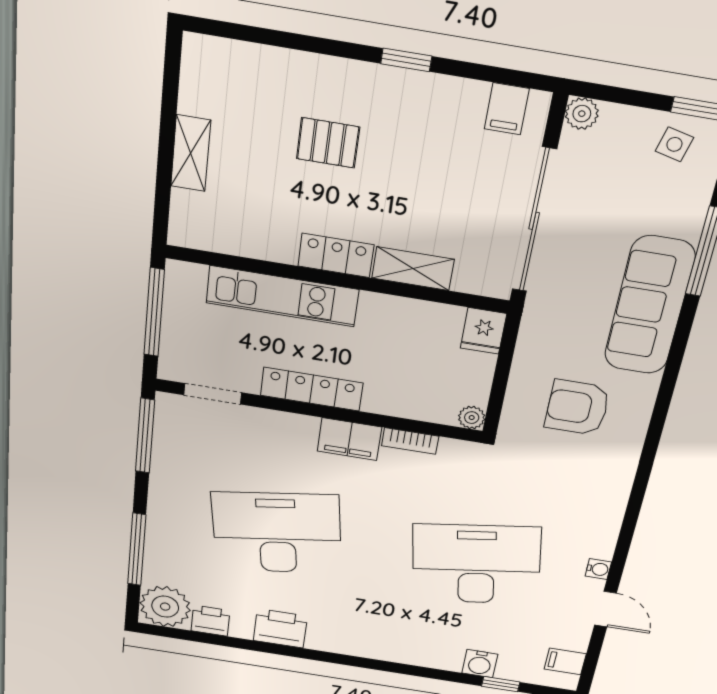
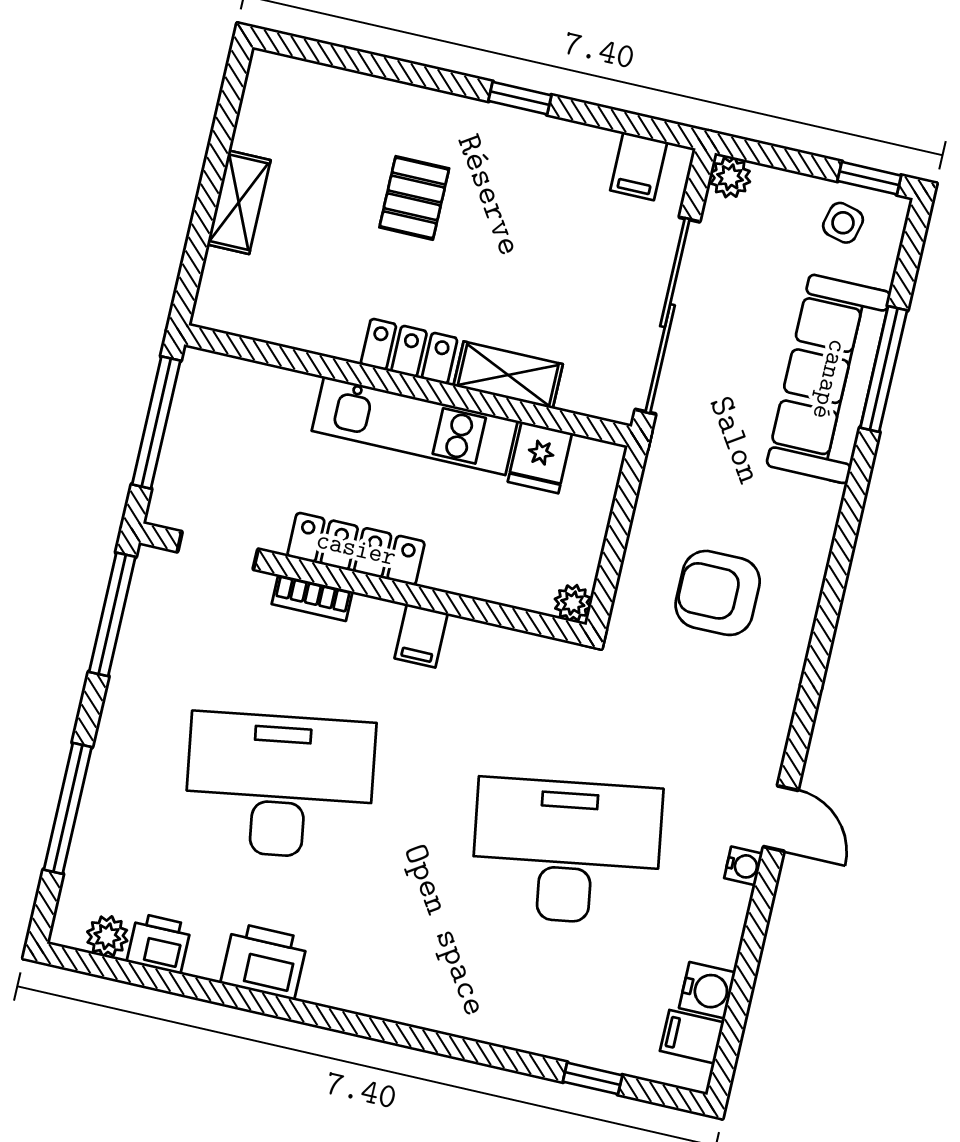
pallet: (328, 143) -> (414, 198), turned 90
kitchen unit: (282, 296) -> (415, 426), moved
sofa: (649, 306) -> (829, 379), moved
fridge: (483, 331) -> (540, 457), moved
filing cabinet: (349, 439) -> (421, 636), width x0.50
bookcase: (410, 441) -> (312, 598), moved
plant: (165, 607) -> (107, 936), width x0.53, depth x0.53
door: (605, 609) -> (781, 819), moved
water cooler: (480, 664) -> (707, 990), moved, turned -90

